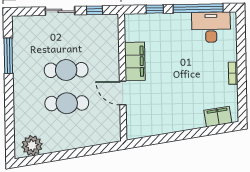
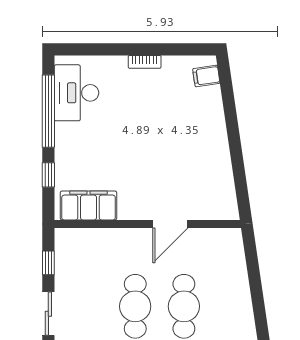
filing cabinet: (135, 61) -> (88, 205), moved
filing cabinet: (218, 117) -> (206, 76), width x0.50

